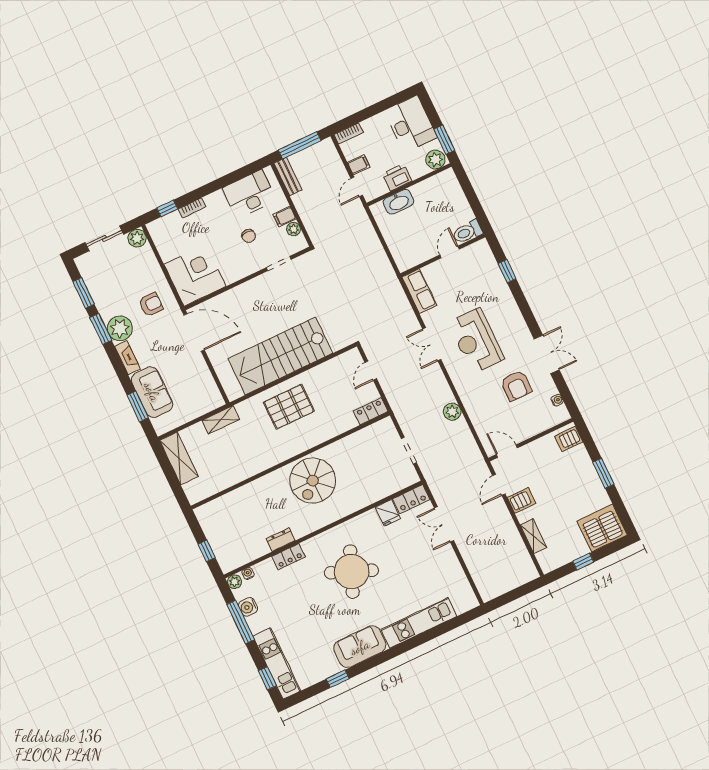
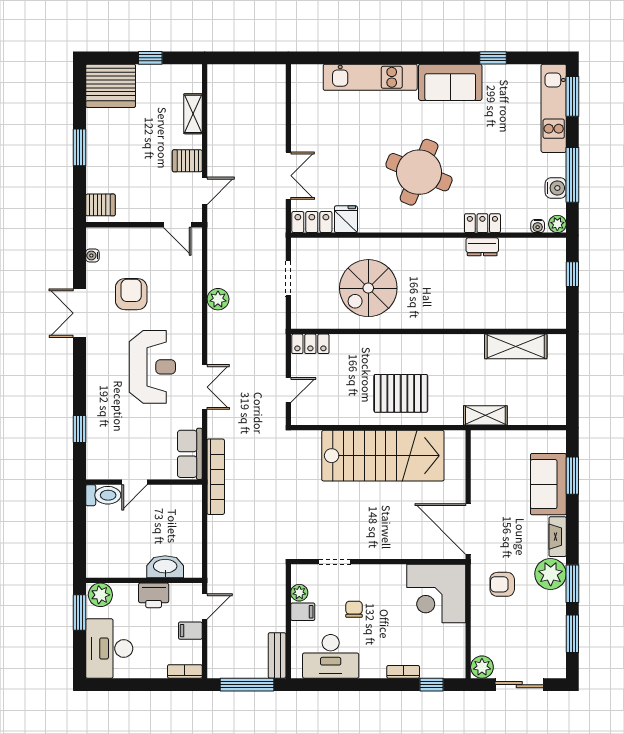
bookcase: (393, 284) -> (216, 477), added
shelving: (179, 458) -> (516, 346), moved, turned 90
spiral stairs: (313, 481) -> (368, 288), moved, turned 180
window: (267, 678) -> (572, 96), width x1.50

